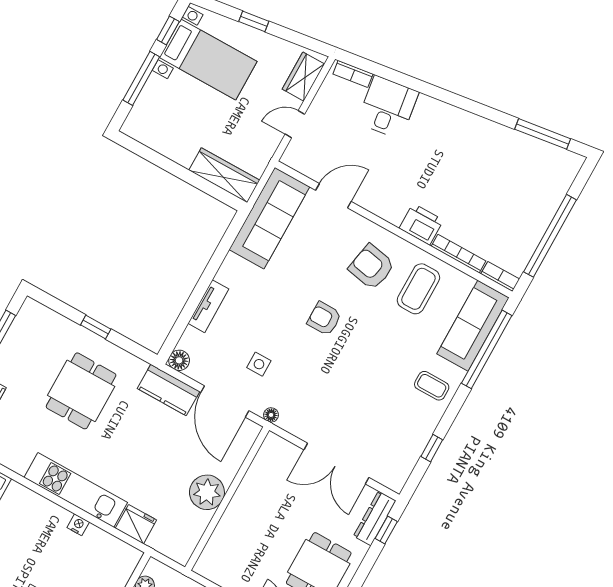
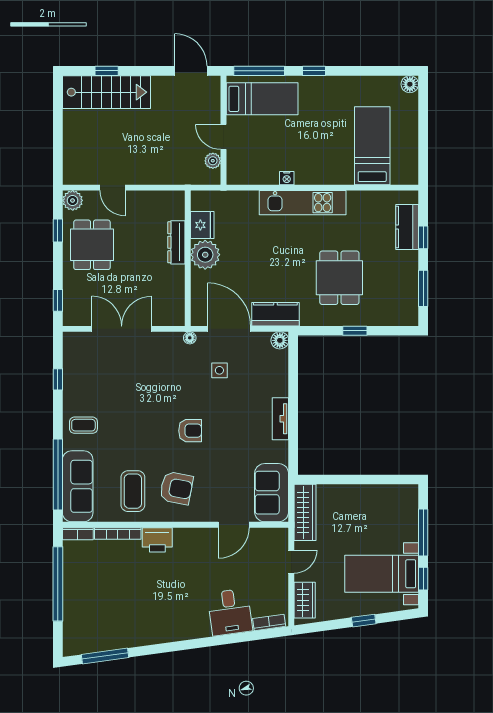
wardrobe: (224, 175) -> (305, 512), moved, turned -90
sofa: (269, 218) -> (272, 493), width x0.73
tv unit: (208, 306) -> (280, 419), moved
dresser: (375, 518) -> (176, 242), moved, turned 180
fridge: (136, 524) -> (202, 225), moved, turned -90

